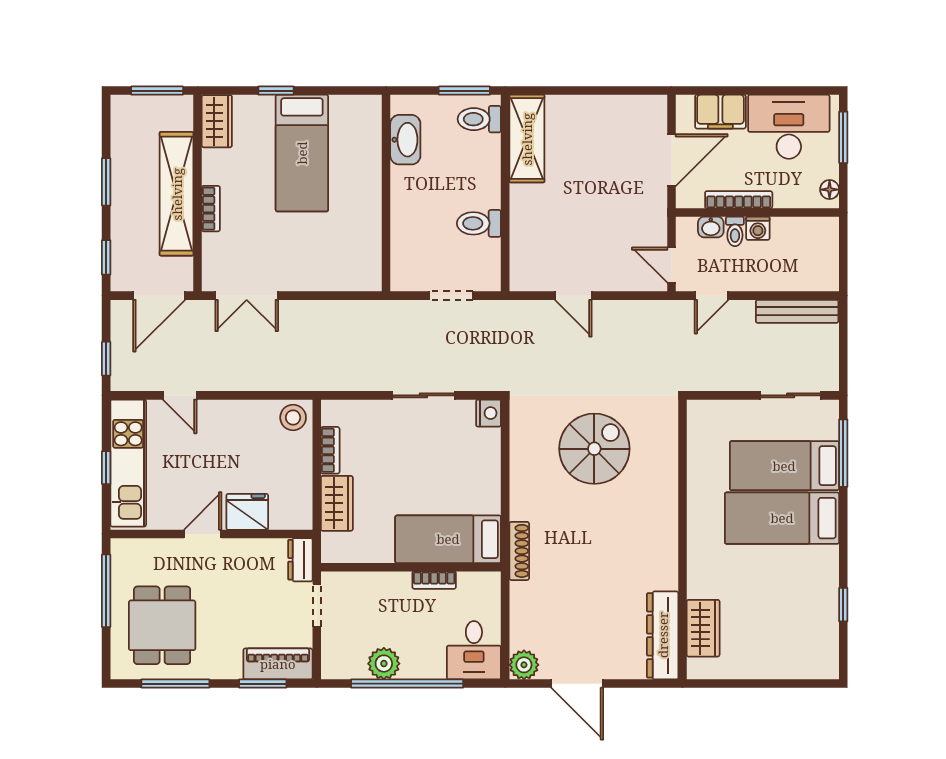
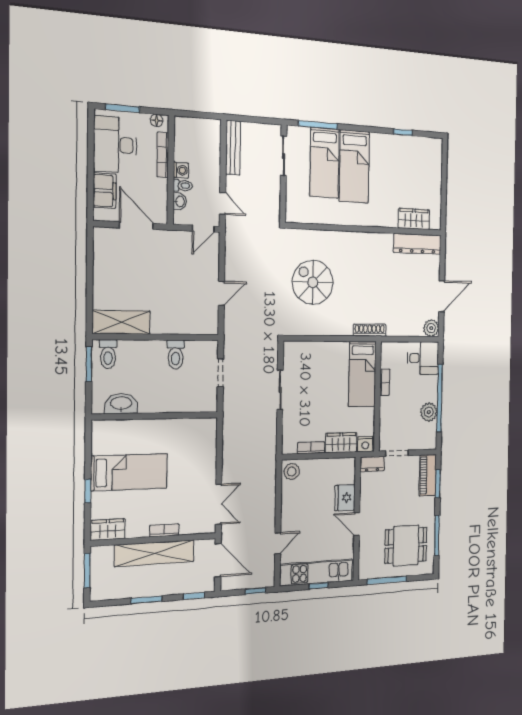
bookcase: (739, 200) -> (163, 155), moved
nightstand: (489, 413) -> (365, 444), moved, turned 180

